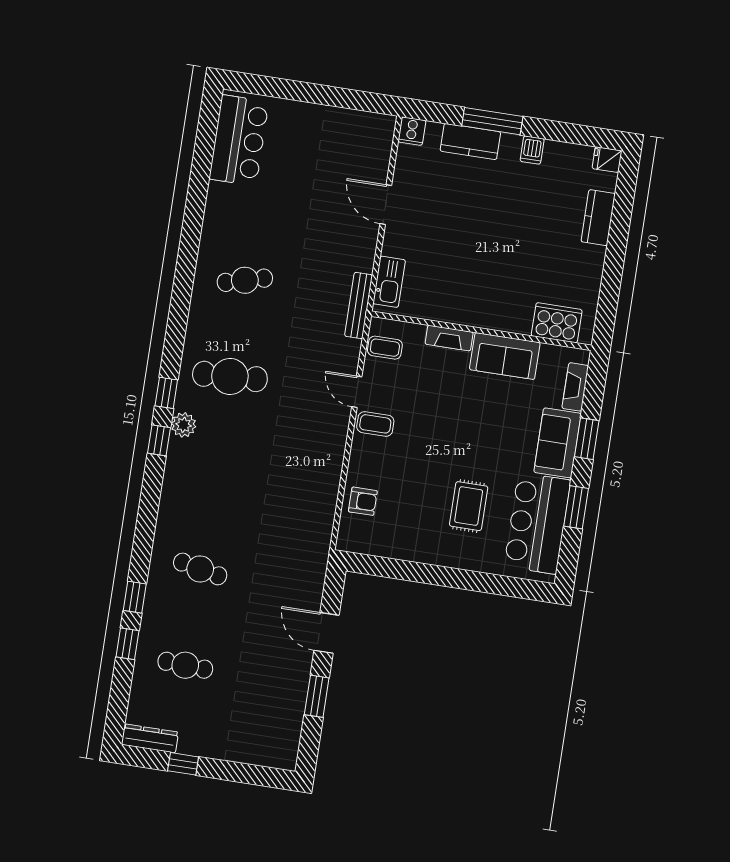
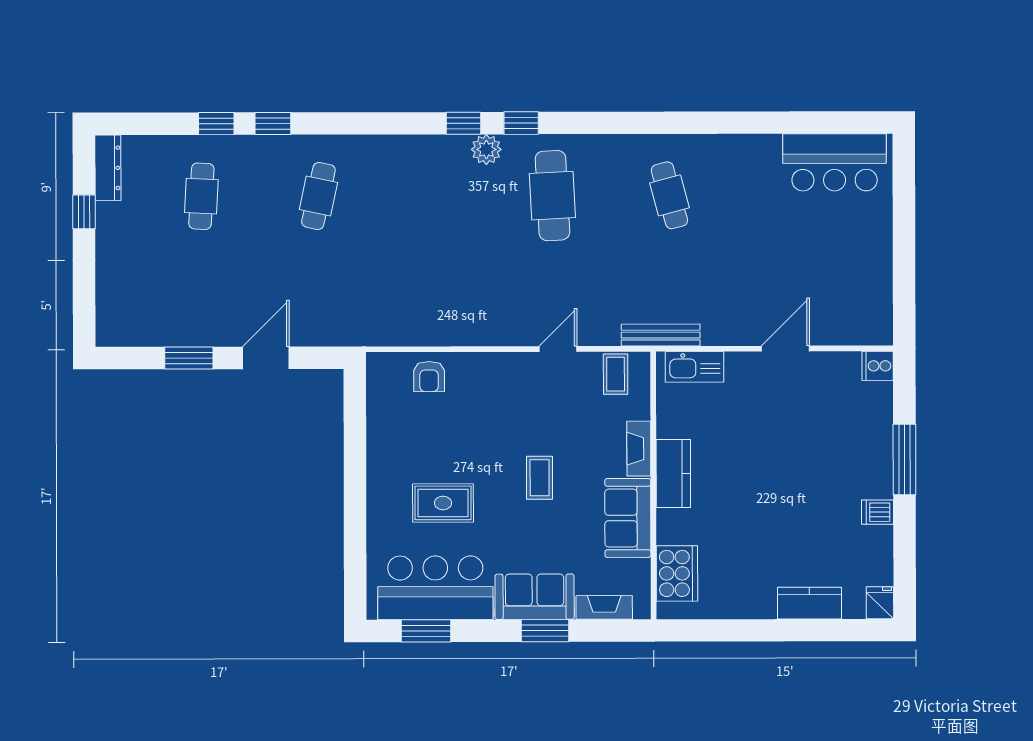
kitchen counter: (470, 141) -> (673, 473), moved, turned 180
coffee table: (375, 424) -> (540, 478), moved
window: (576, 507) -> (426, 631), moved

